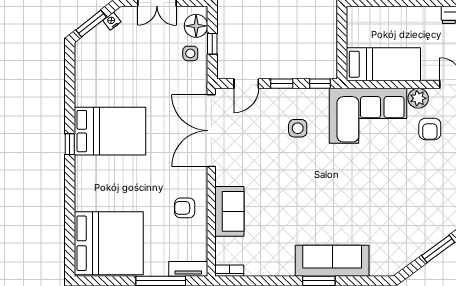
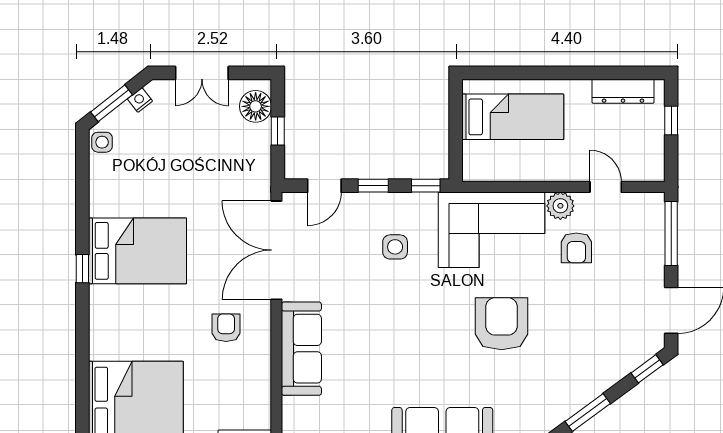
side table: (190, 53) -> (102, 142), moved
bed: (383, 64) -> (513, 117), moved
armchair: (375, 184) -> (502, 324), added
armchair: (185, 208) -> (226, 328), moved, turned 90
sofa: (229, 211) -> (301, 349), width x1.36

